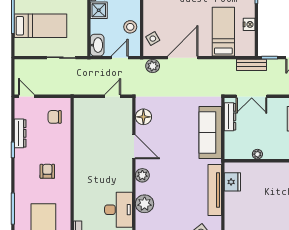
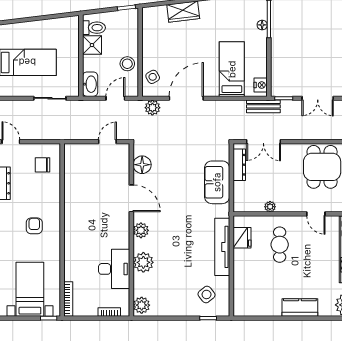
nightstand: (249, 24) -> (261, 85), moved
sofa: (210, 132) -> (217, 182), width x0.73
cafe table: (266, 188) -> (280, 245), added

